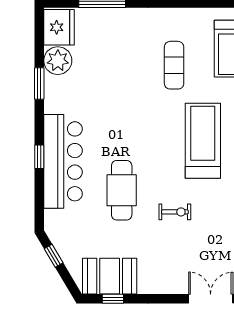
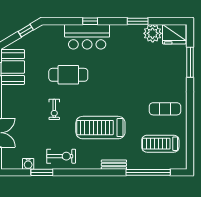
exercise mat: (174, 65) -> (165, 109), moved
treadmill: (203, 141) -> (100, 128), turned 180
bar counter: (63, 161) -> (87, 37), width x0.73

